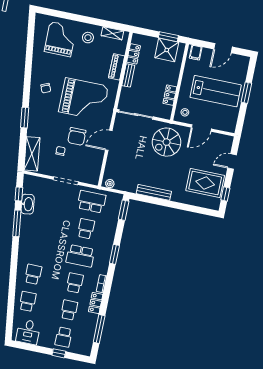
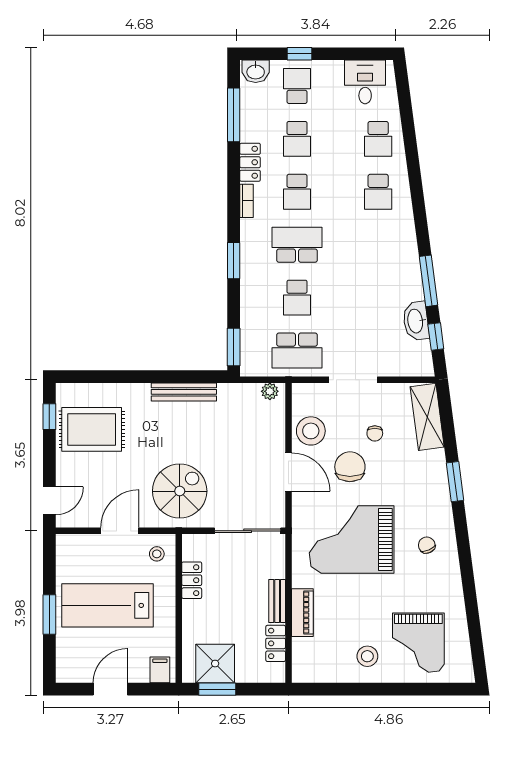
shelving: (112, 33) -> (323, 674), removed
door: (109, 140) -> (288, 472), hinge flipped
stool: (93, 159) -> (311, 431), added
door: (232, 161) -> (49, 501), moved
washbasin: (83, 349) -> (256, 71), added

